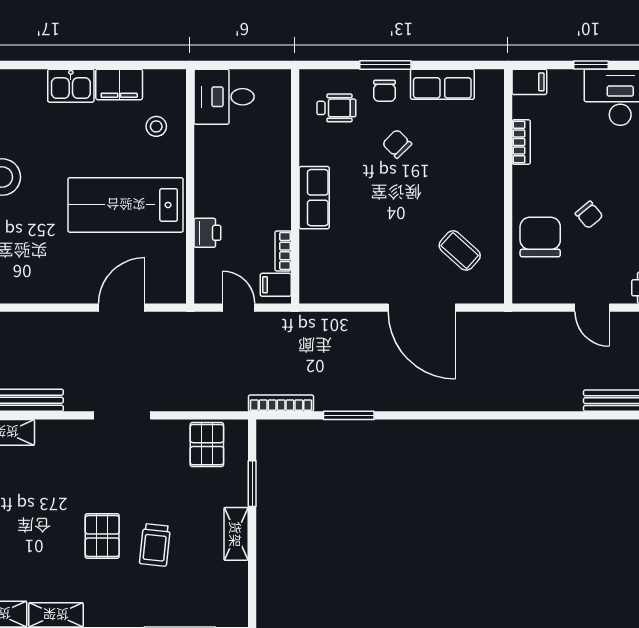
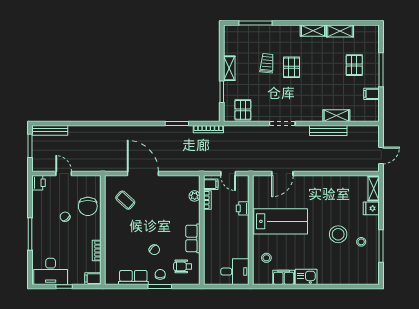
row of seats: (314, 198) -> (193, 238), moved
plant: (311, 259) -> (195, 196), added

